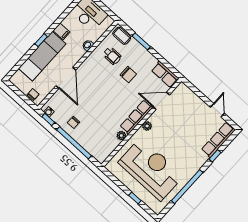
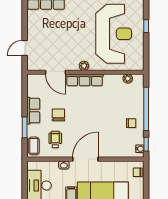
row of seats: (165, 74) -> (33, 111), moved
door: (66, 78) -> (85, 159), moved
door: (217, 110) -> (25, 48), moved
plant: (121, 136) -> (128, 79), moved
reception desk: (151, 169) -> (114, 34), turned 180

